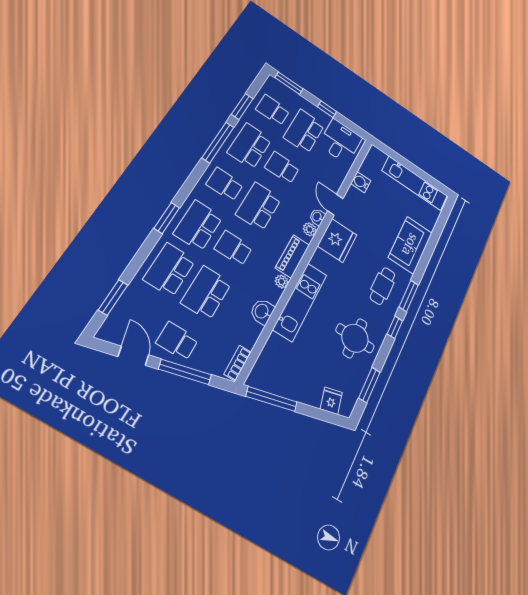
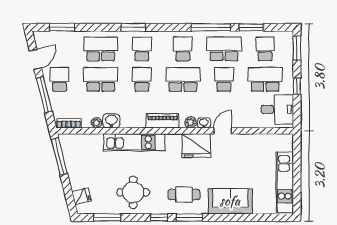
water cooler: (361, 182) -> (255, 141), removed
school desk: (198, 225) -> (142, 49), width x0.54
plant: (282, 282) -> (96, 123), moved

